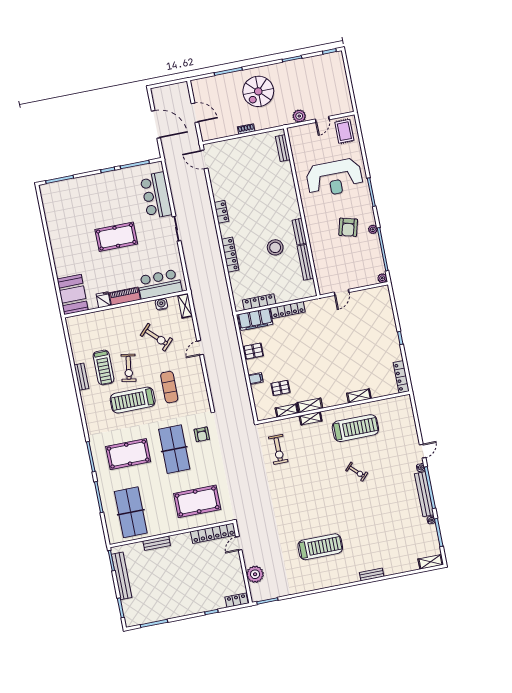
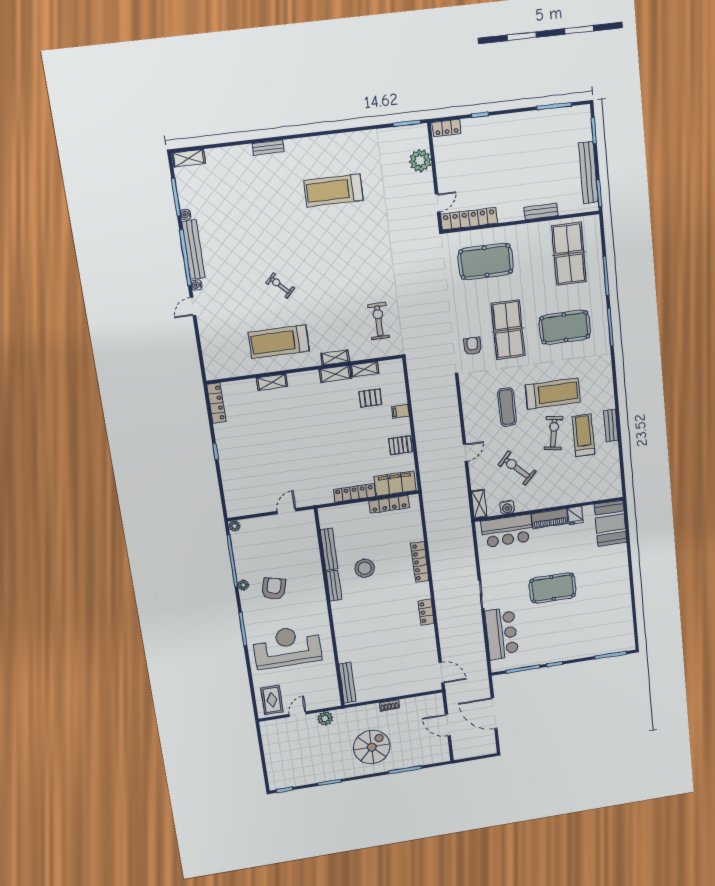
bench: (283, 148) -> (347, 683), width x1.36

